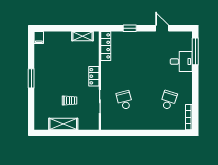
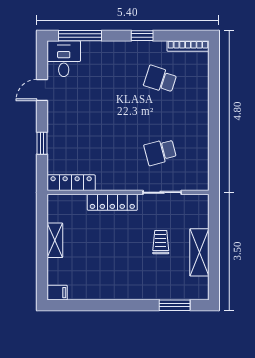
shelving: (82, 36) -> (55, 240), moved
desk: (181, 62) -> (64, 59), moved
locker: (94, 76) -> (112, 202), width x1.53
window: (31, 78) -> (175, 305), moved
window: (195, 89) -> (142, 36), added

